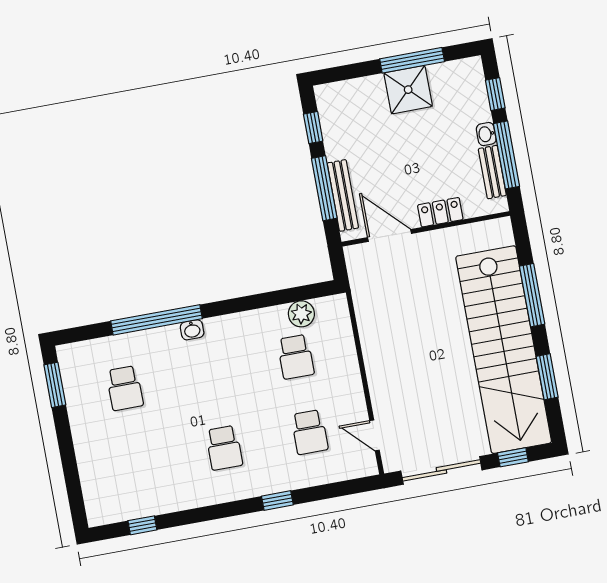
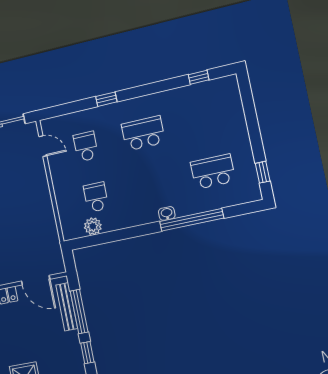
window: (55, 385) -> (263, 172), width x0.67
school desk: (125, 388) -> (213, 172), width x1.85
school desk: (224, 448) -> (143, 133), width x1.85

